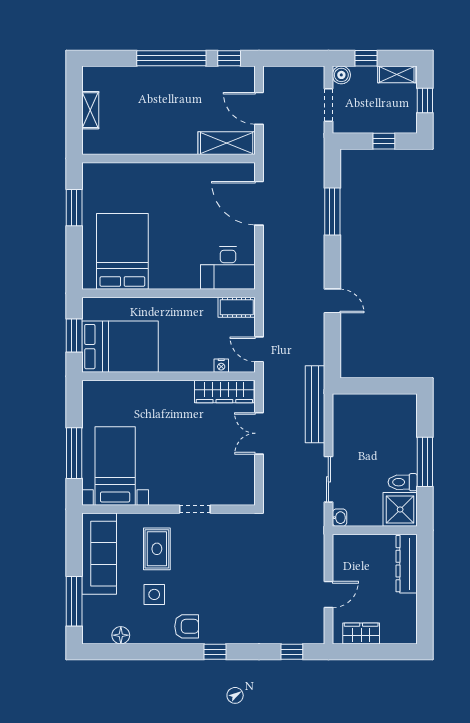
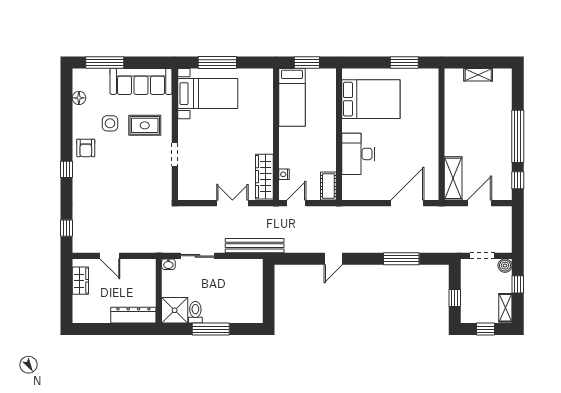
desk: (228, 268) -> (358, 154), moved
bed: (120, 347) -> (292, 97), width x0.67

